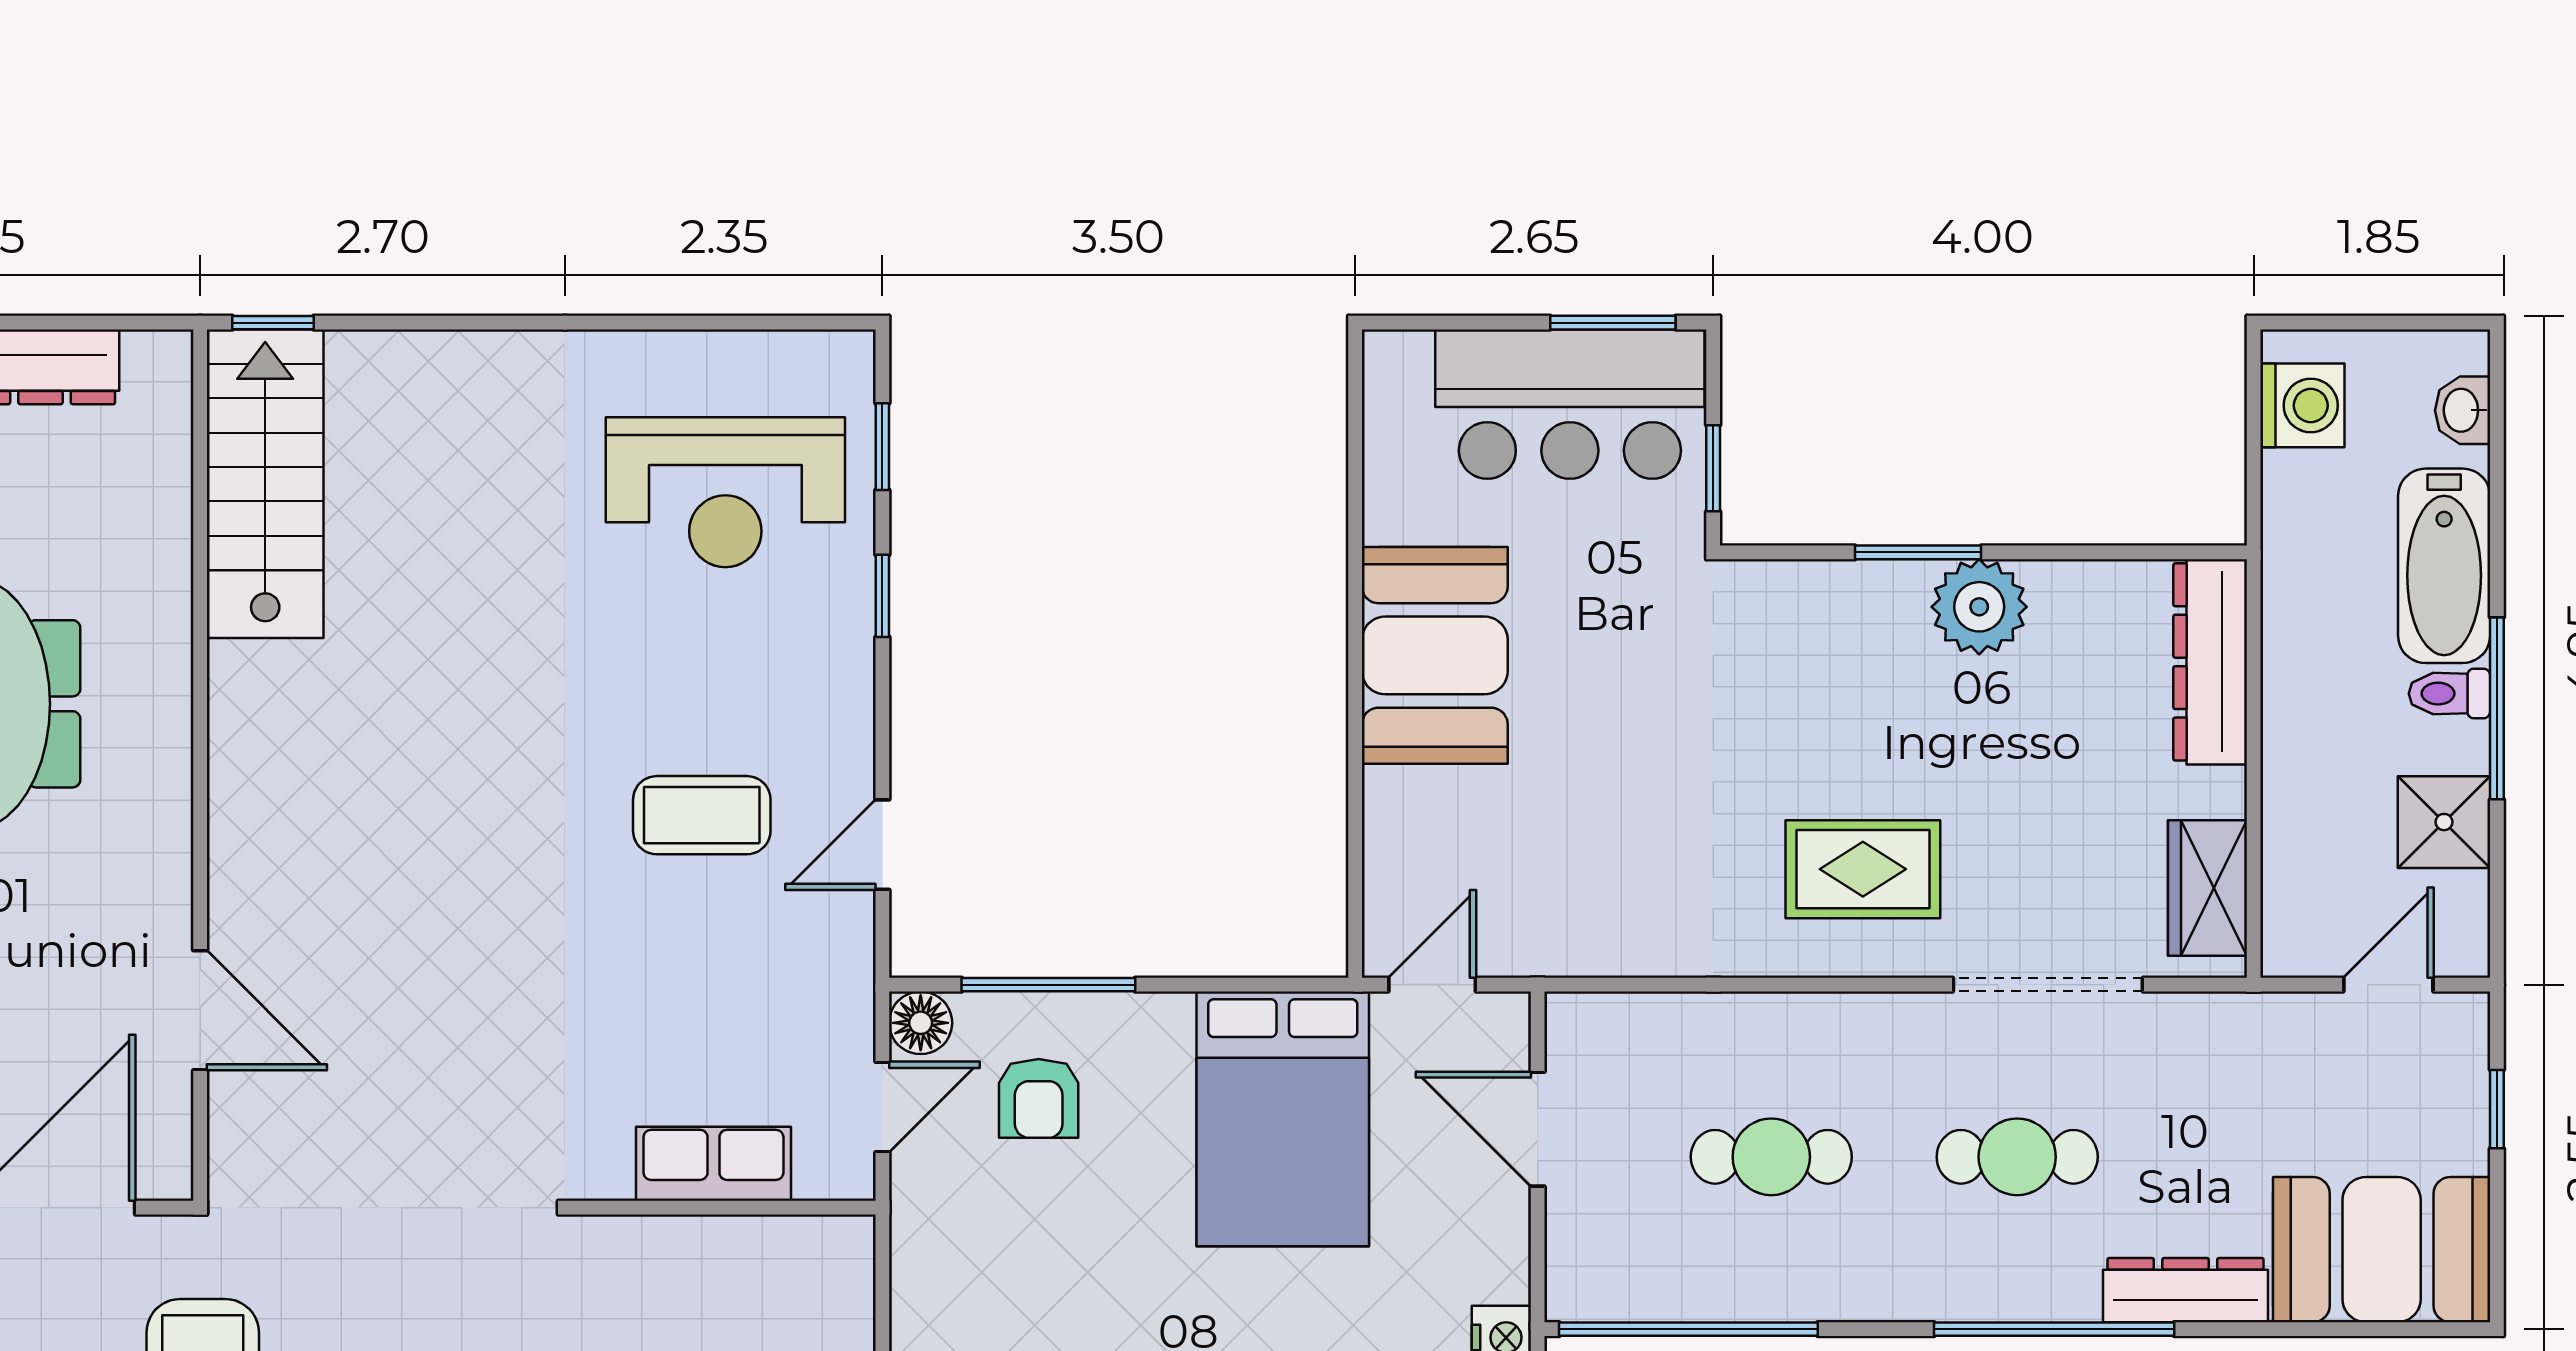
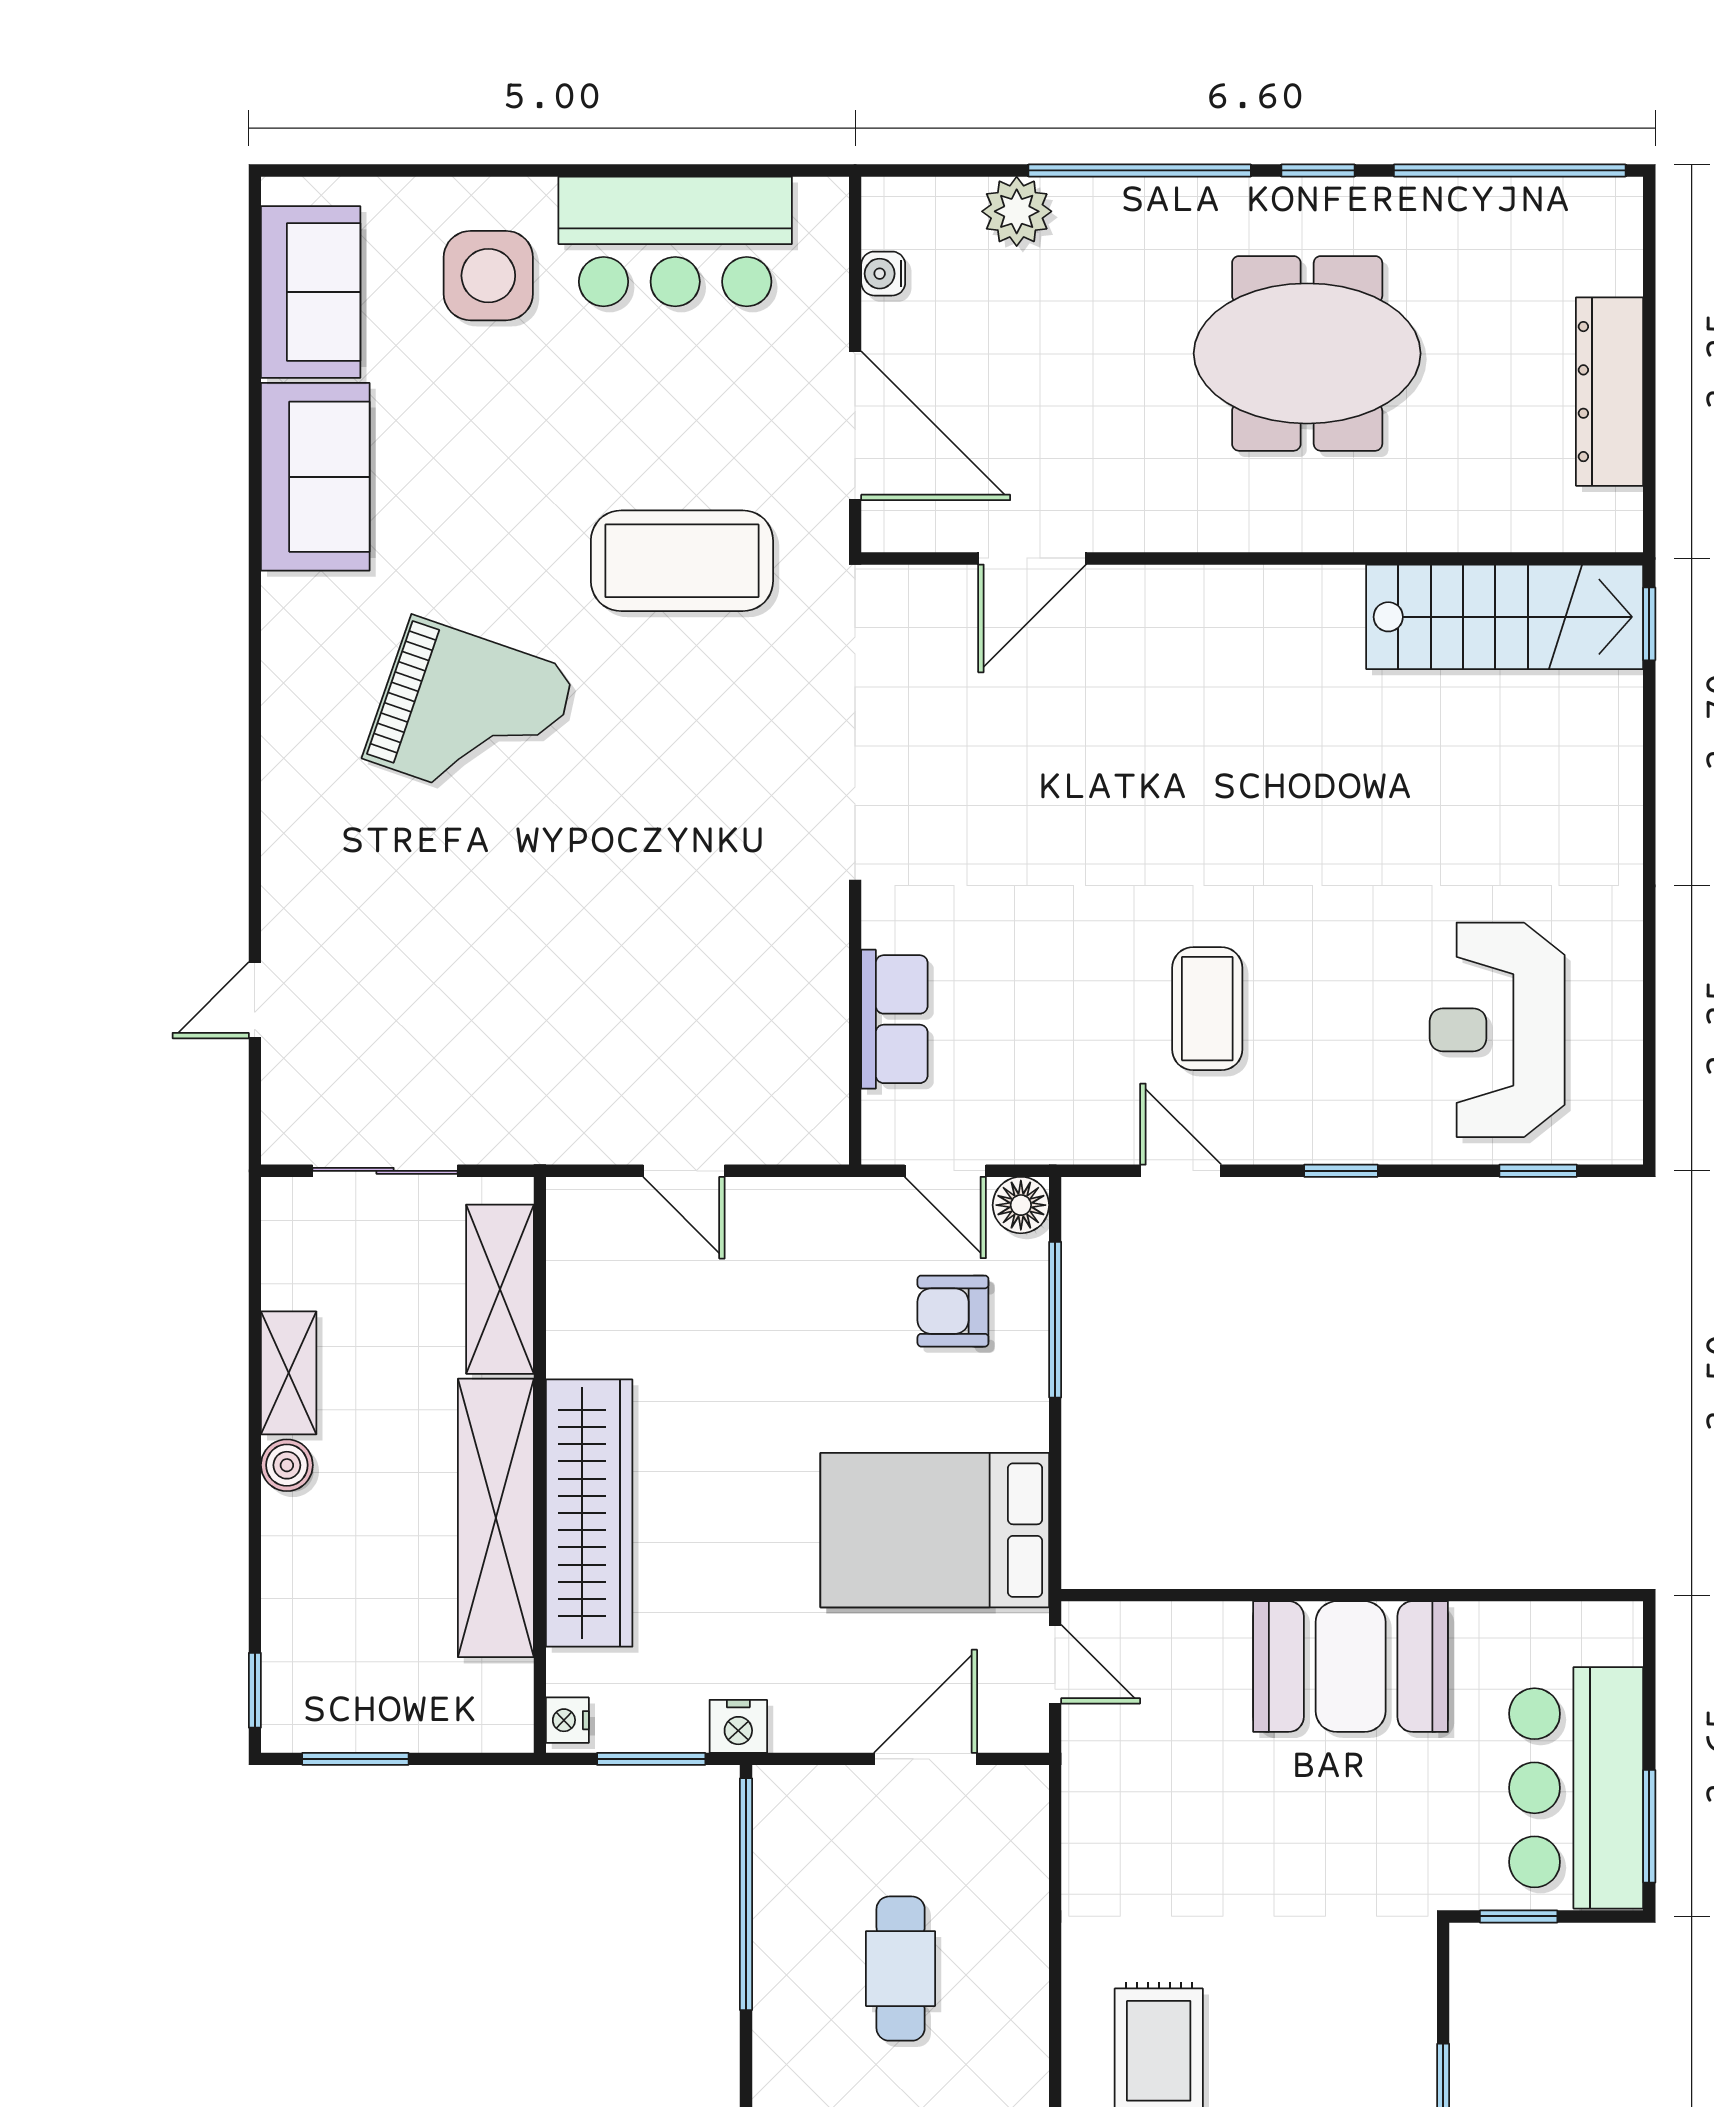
window: (882, 596) -> (1341, 1171), moved

